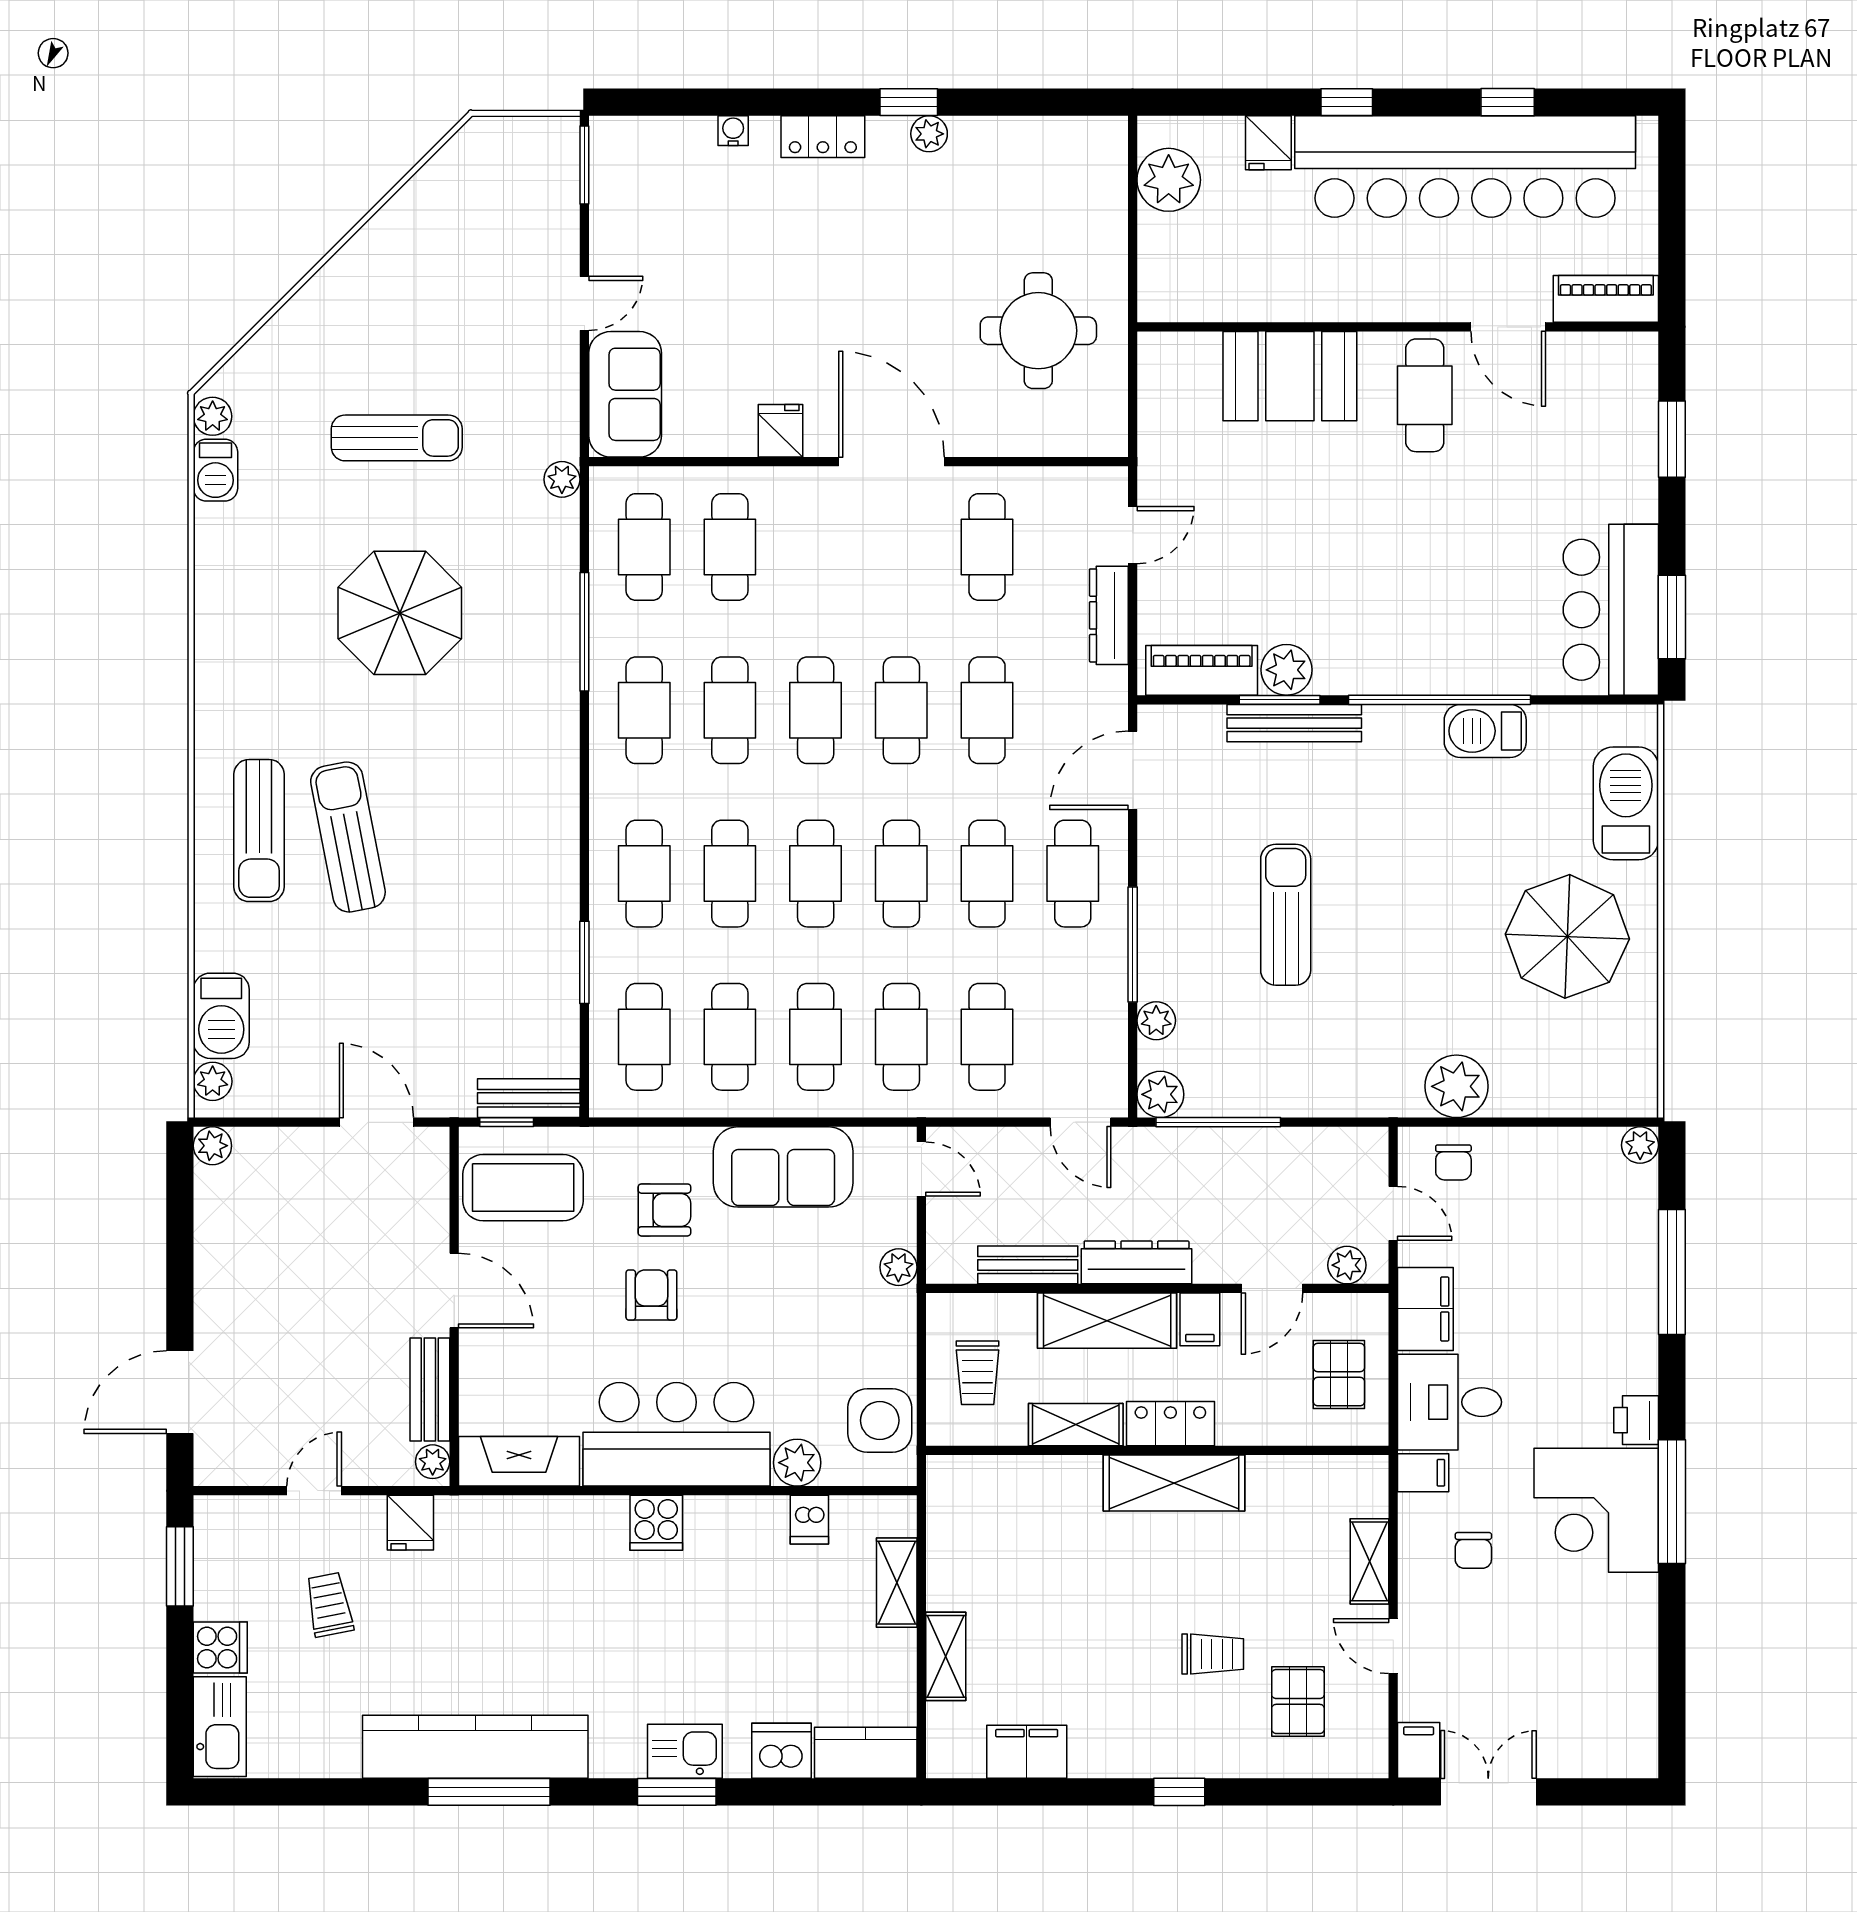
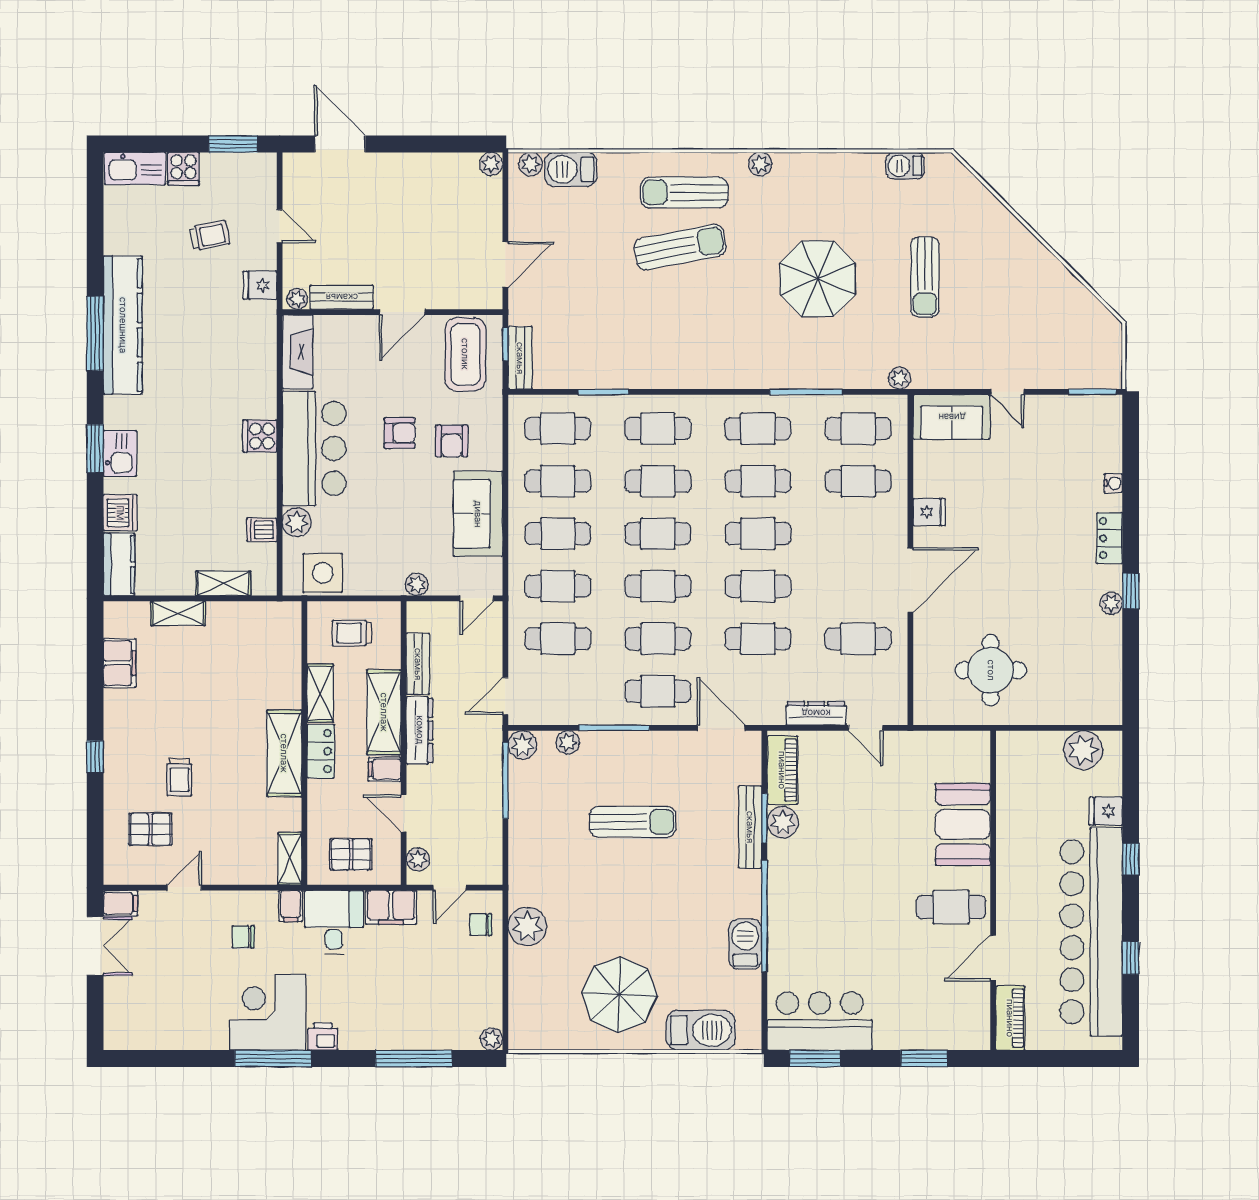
plant: (213, 416) -> (760, 164), moved
shelving: (1370, 1561) -> (290, 859), moved, turned 90

